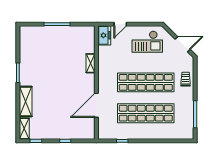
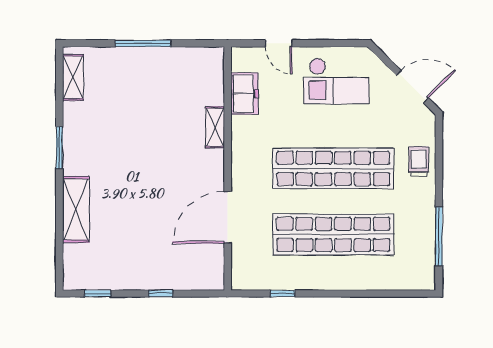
door: (120, 24) -> (279, 43), hinge flipped
freezer: (104, 35) -> (244, 94), moved
shelving: (24, 129) -> (73, 77), moved

